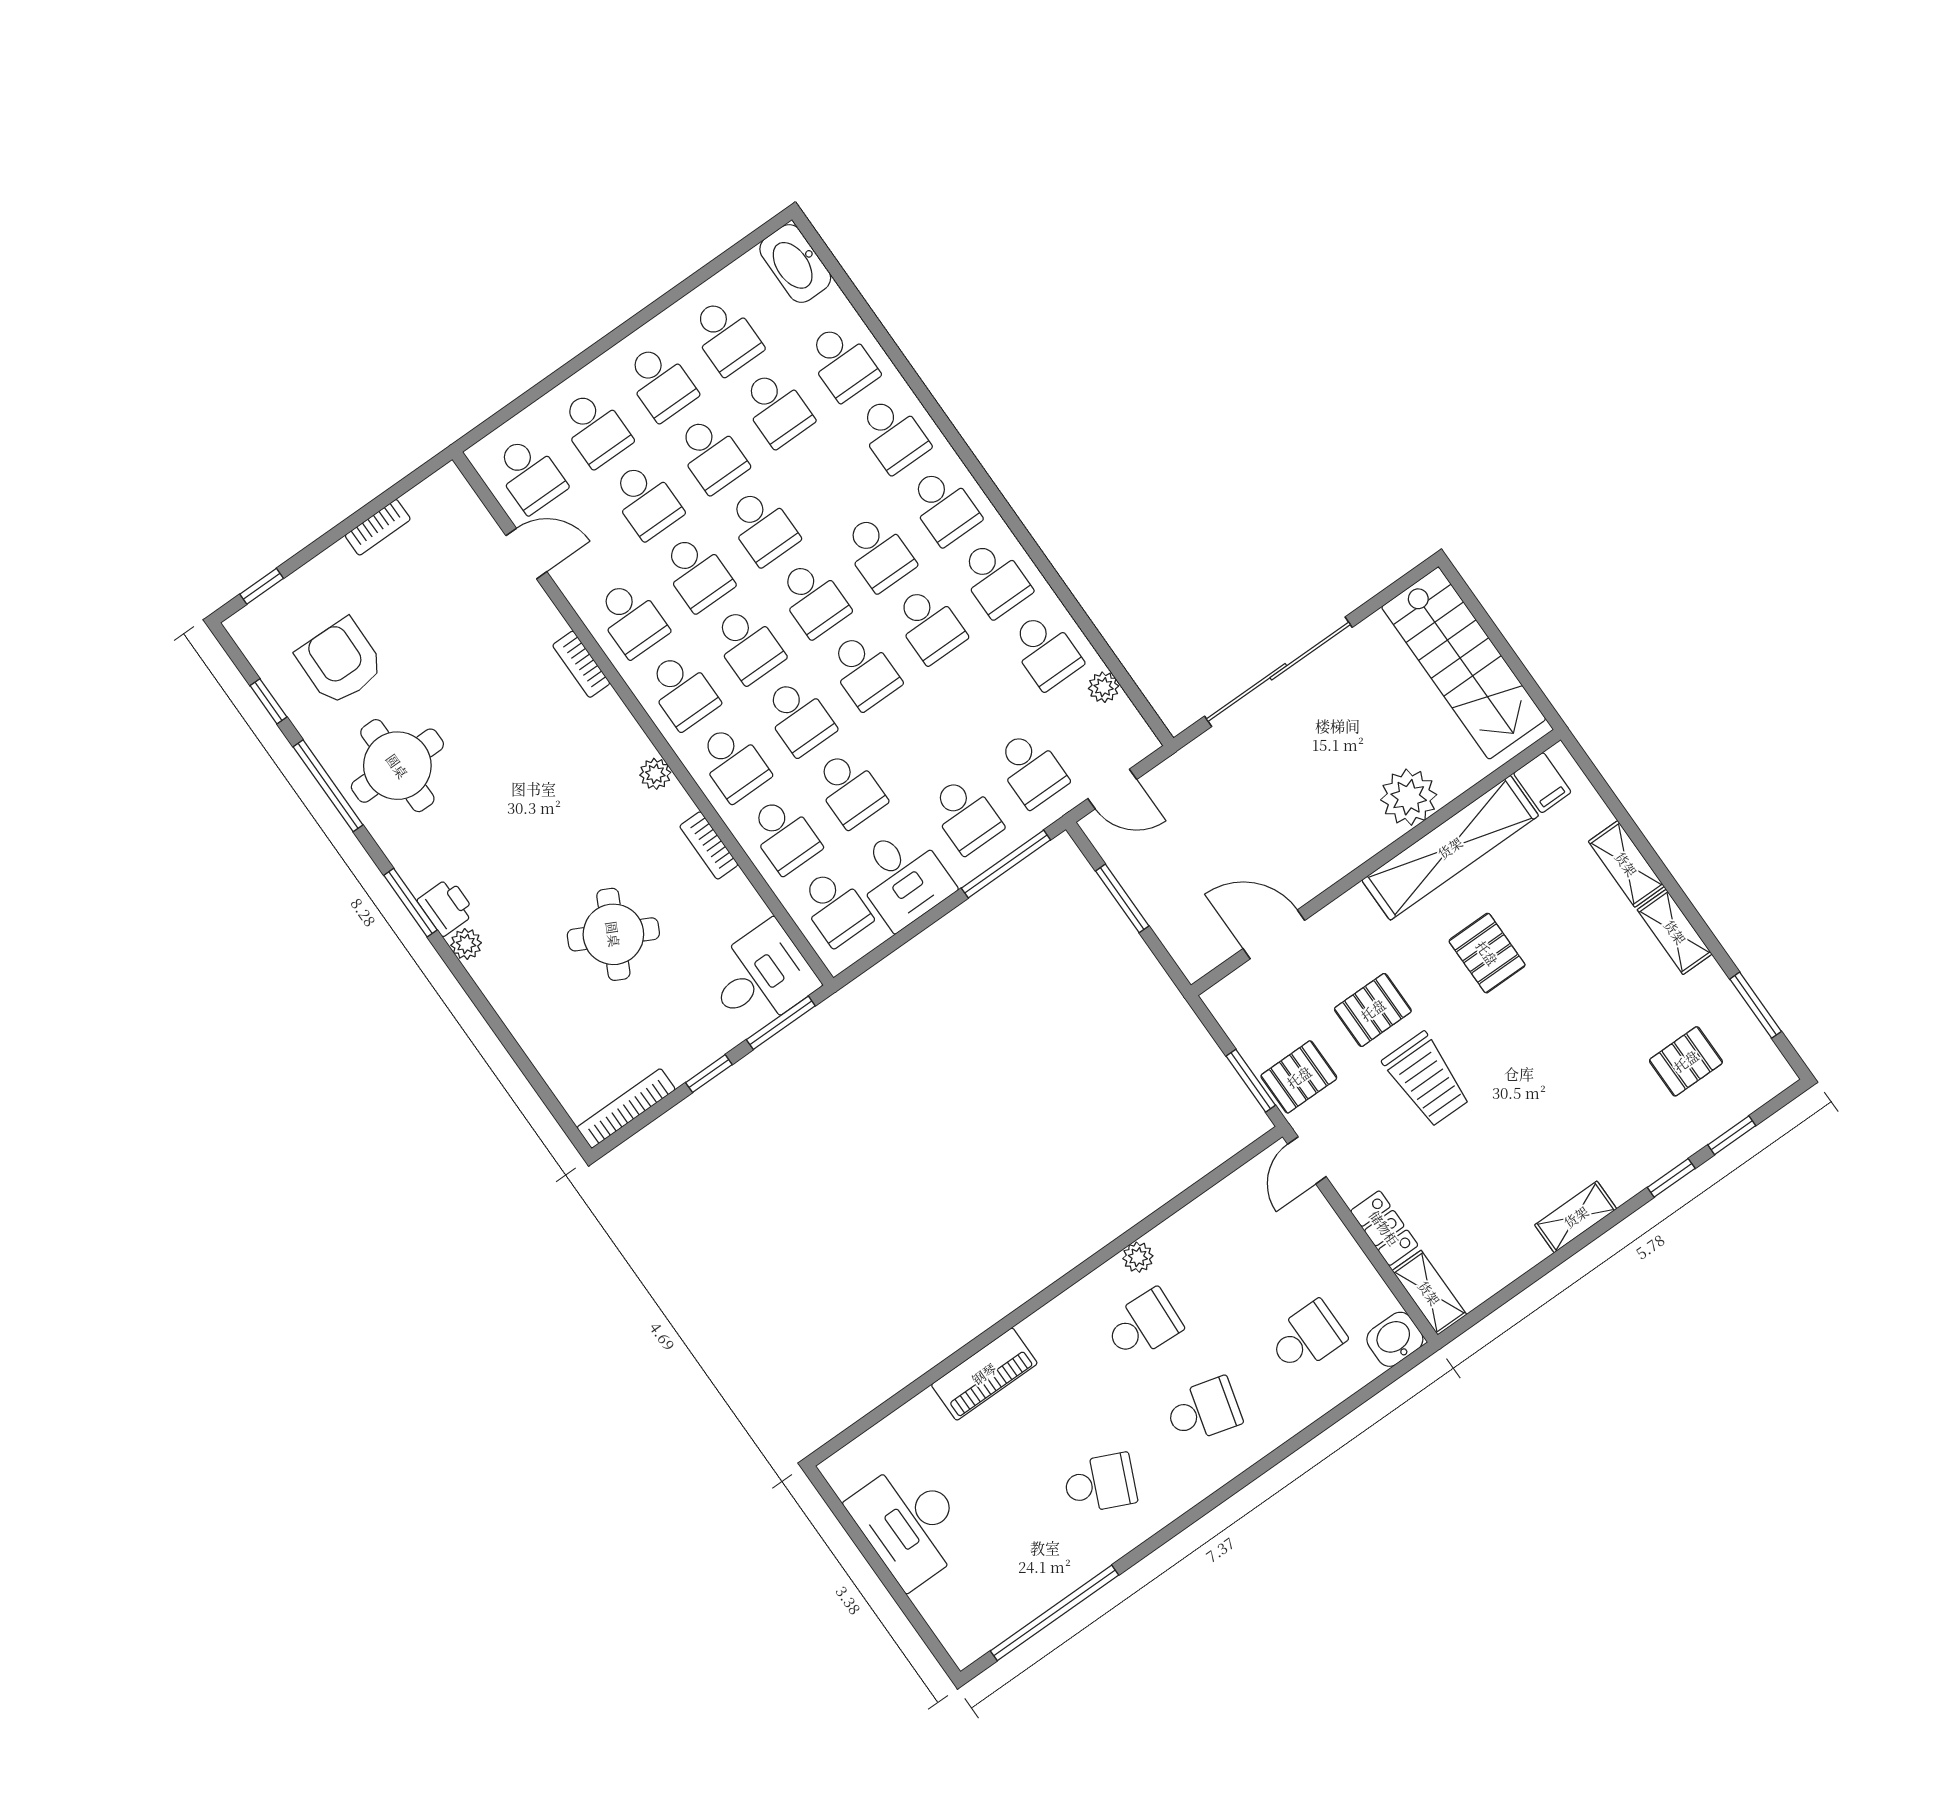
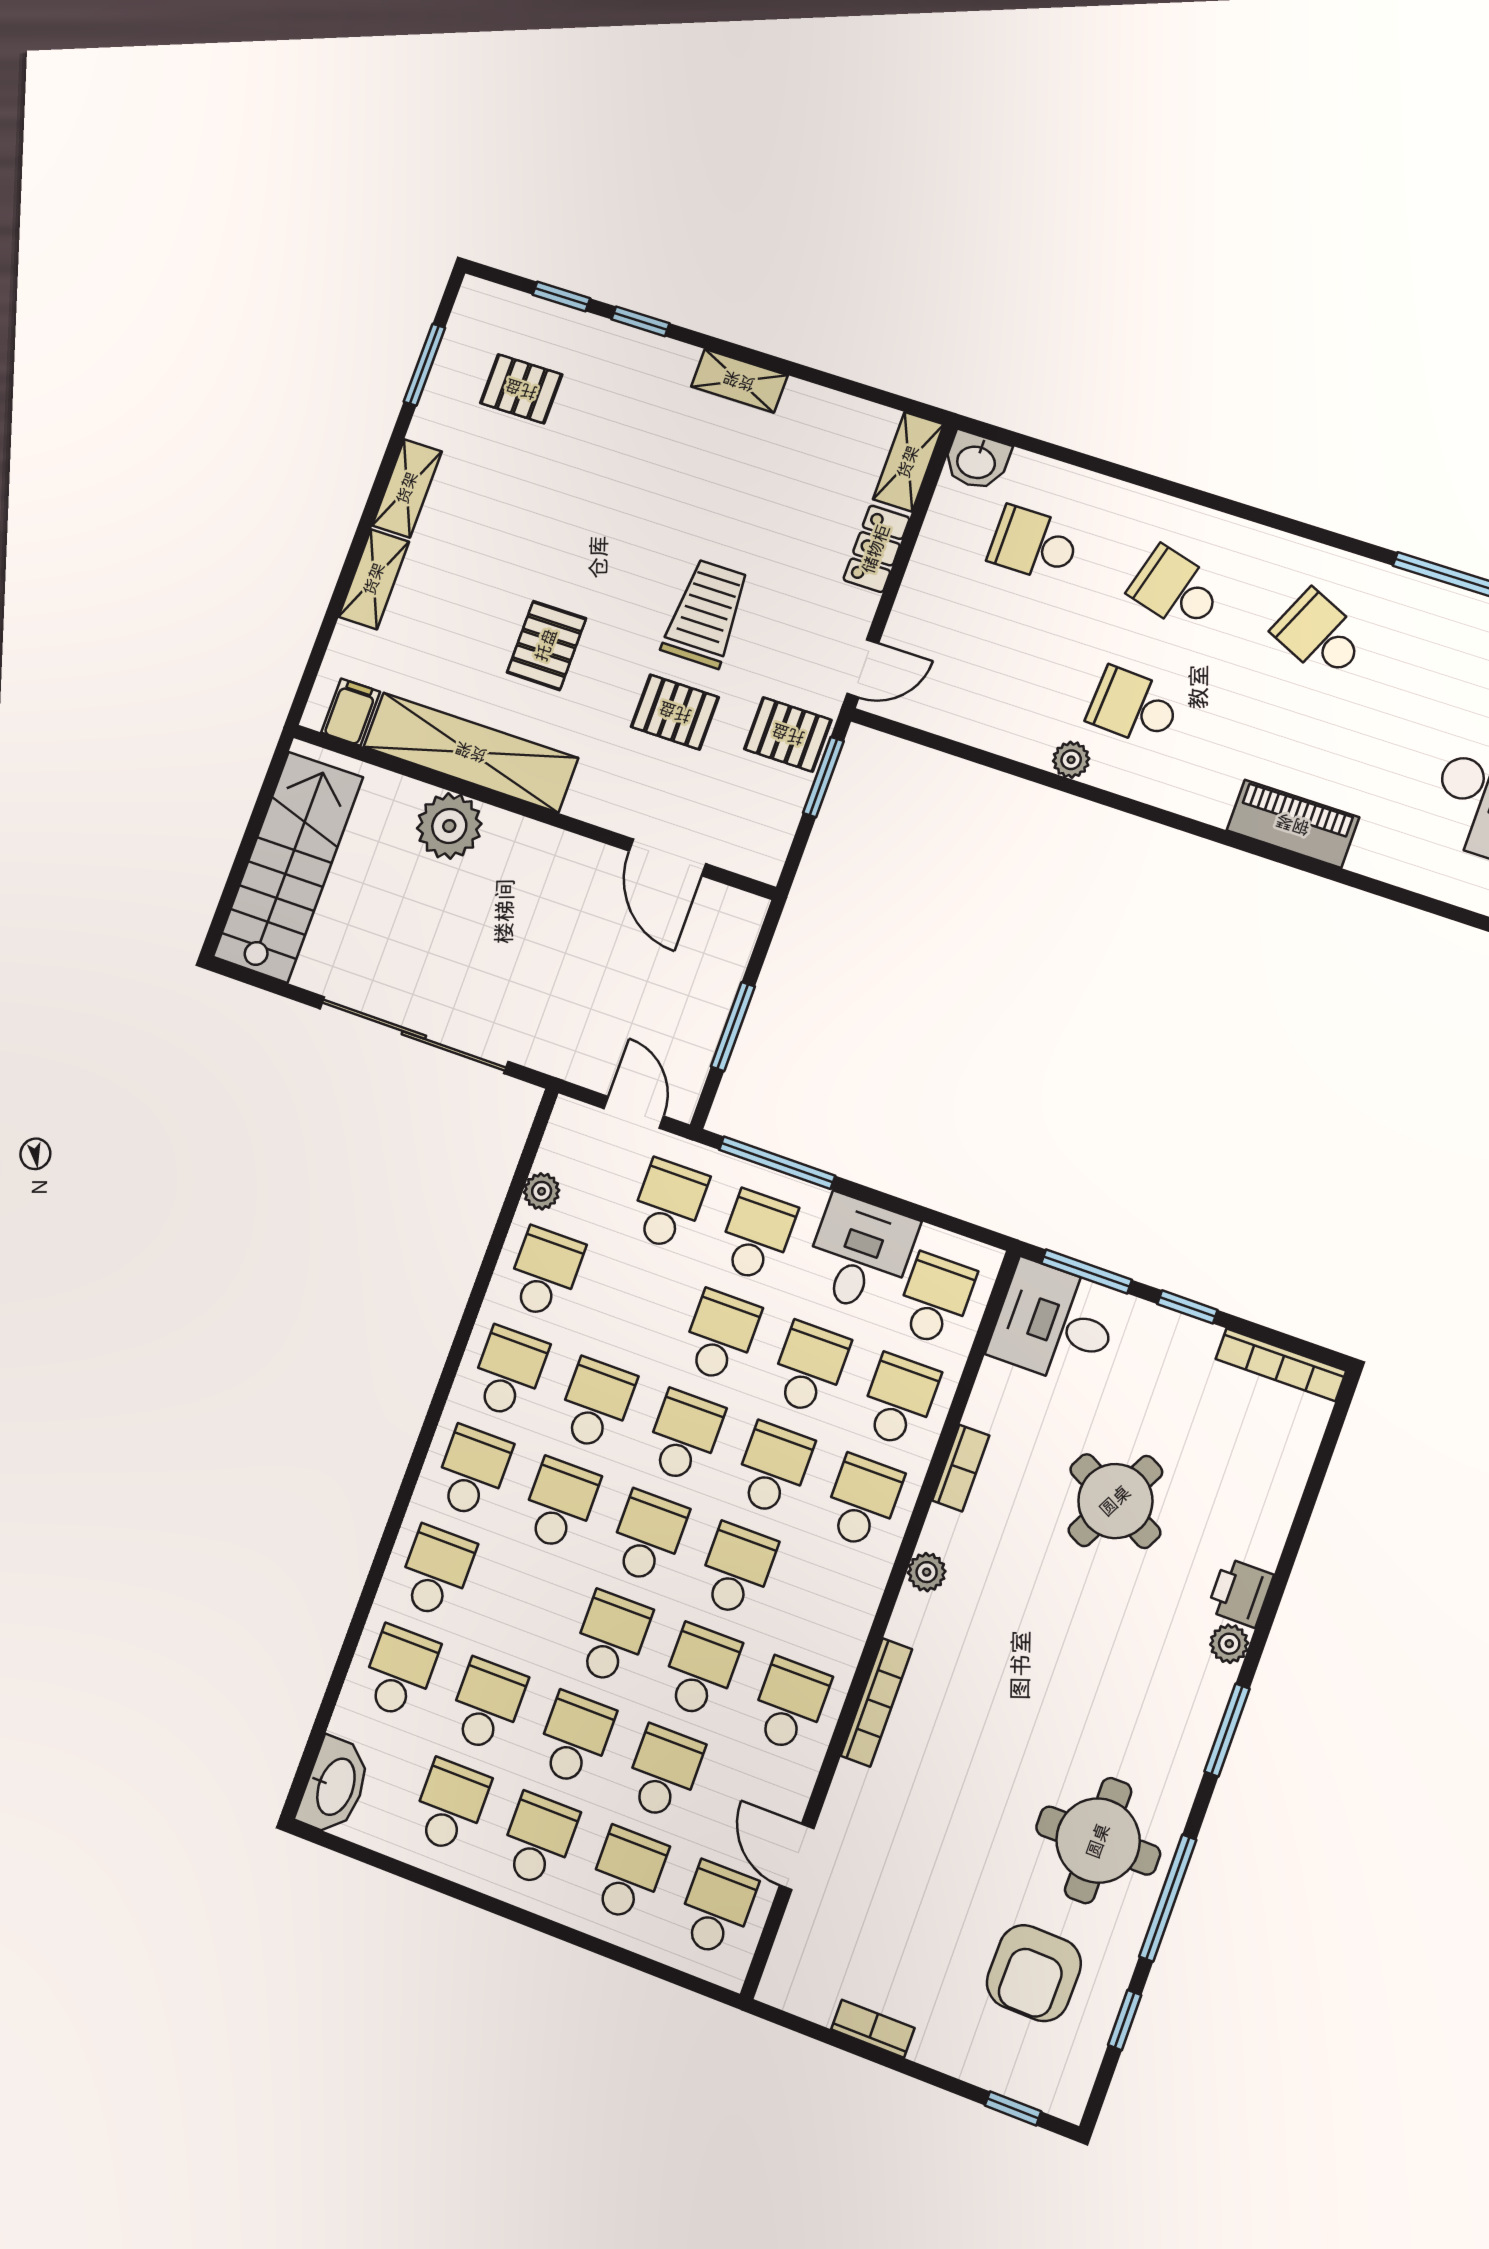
bookcase: (581, 664) -> (876, 1702), width x1.56
school desk: (682, 691) -> (720, 1336), moved
printer: (446, 907) -> (1240, 1593), moved

